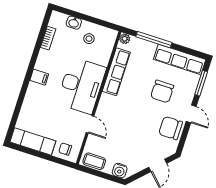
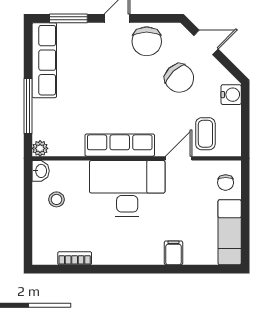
washbasin: (74, 23) -> (41, 171), moved
row of seats: (116, 72) -> (120, 145), moved
filing cabinet: (39, 77) -> (173, 253), moved
chair: (162, 91) -> (179, 78), moved, turned 46
coffee table: (94, 161) -> (205, 134), moved

